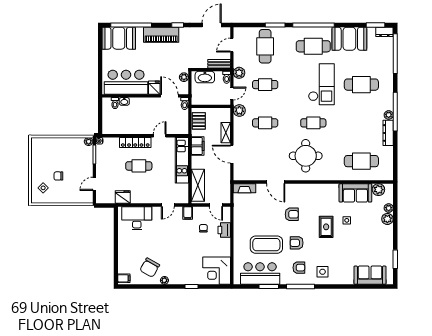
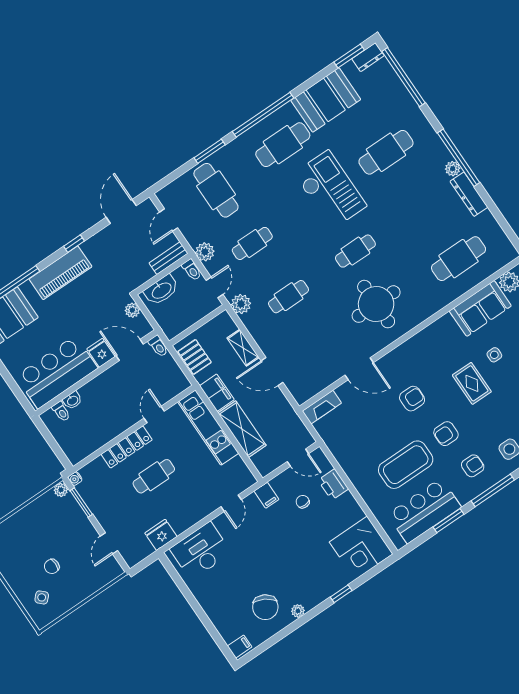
shelving: (198, 185) -> (242, 429), moved

